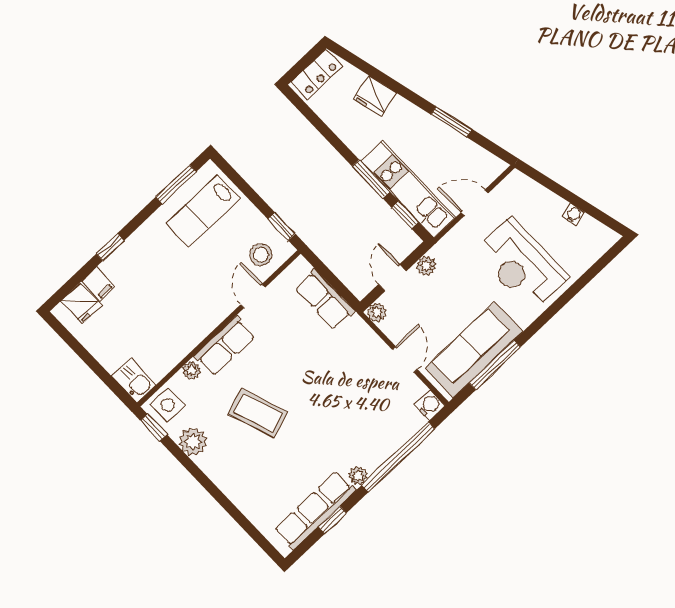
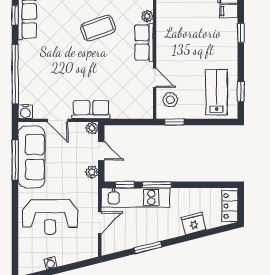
window: (176, 184) -> (241, 91), width x0.67
reception desk: (522, 265) -> (50, 217), turned 180
row of seats: (325, 300) -> (91, 110), moved
plant: (358, 476) -> (24, 47), removed

